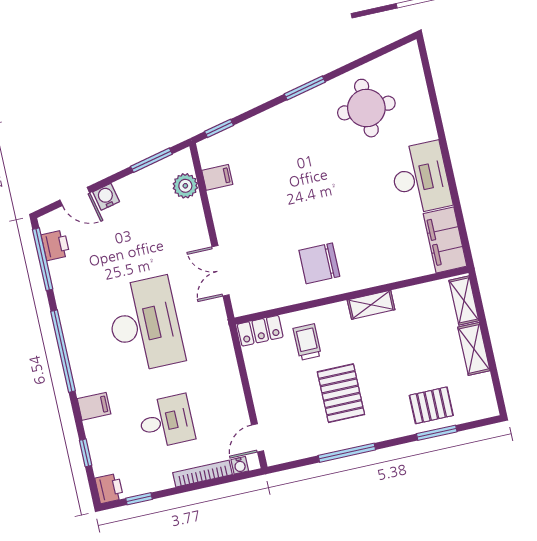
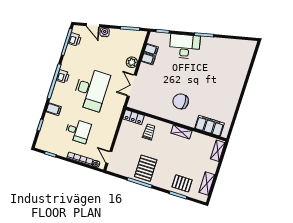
round table: (366, 108) -> (223, 56), removed
desk: (420, 178) -> (185, 46), moved, turned -103
plant: (185, 186) -> (132, 62), moved
filing cabinet: (222, 199) -> (148, 59), added
filing cabinet: (445, 240) -> (210, 126), moved, turned 90
chair: (319, 263) -> (181, 101), moved
shelving: (474, 349) -> (207, 184), moved
pallet: (341, 393) -> (146, 168), moved
door: (257, 438) -> (109, 157), hinge flipped
printer: (109, 488) -> (63, 77), moved

